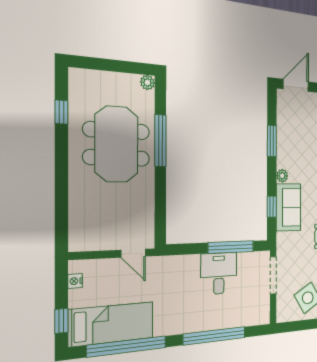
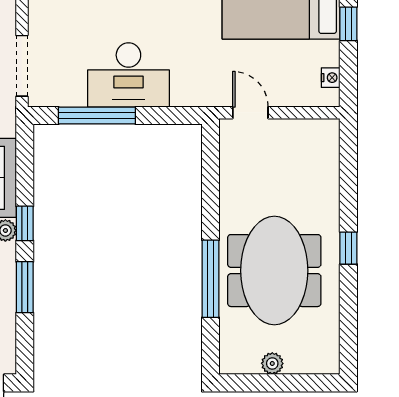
plant: (147, 82) -> (272, 363), moved
window: (61, 112) -> (348, 248), moved
window: (272, 207) -> (25, 223), moved
desk: (219, 273) -> (128, 75), width x1.37

